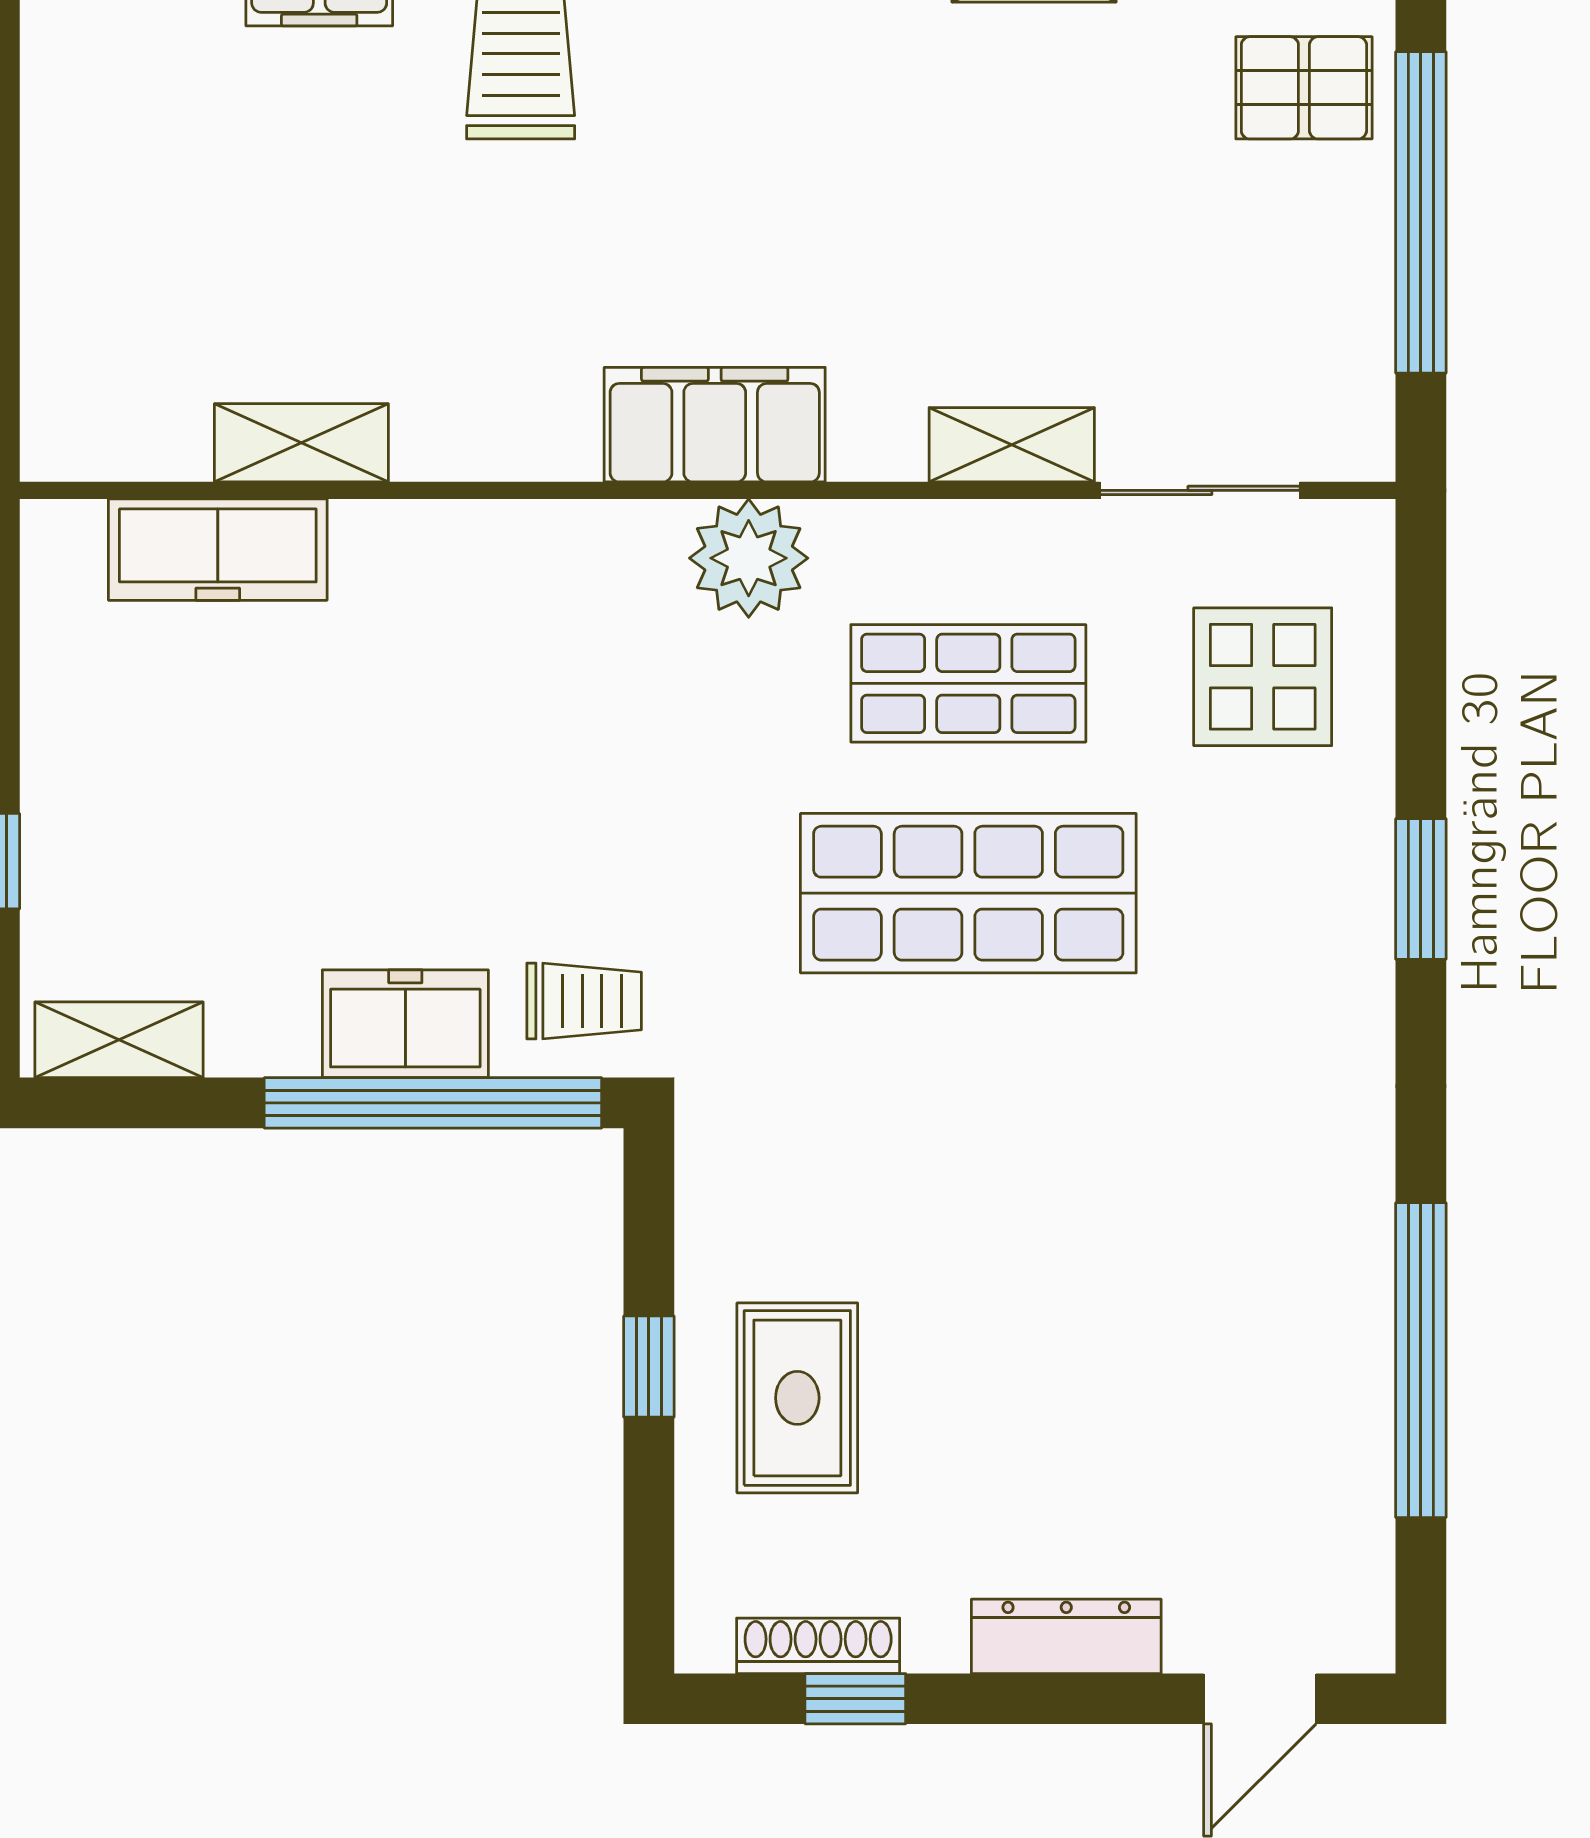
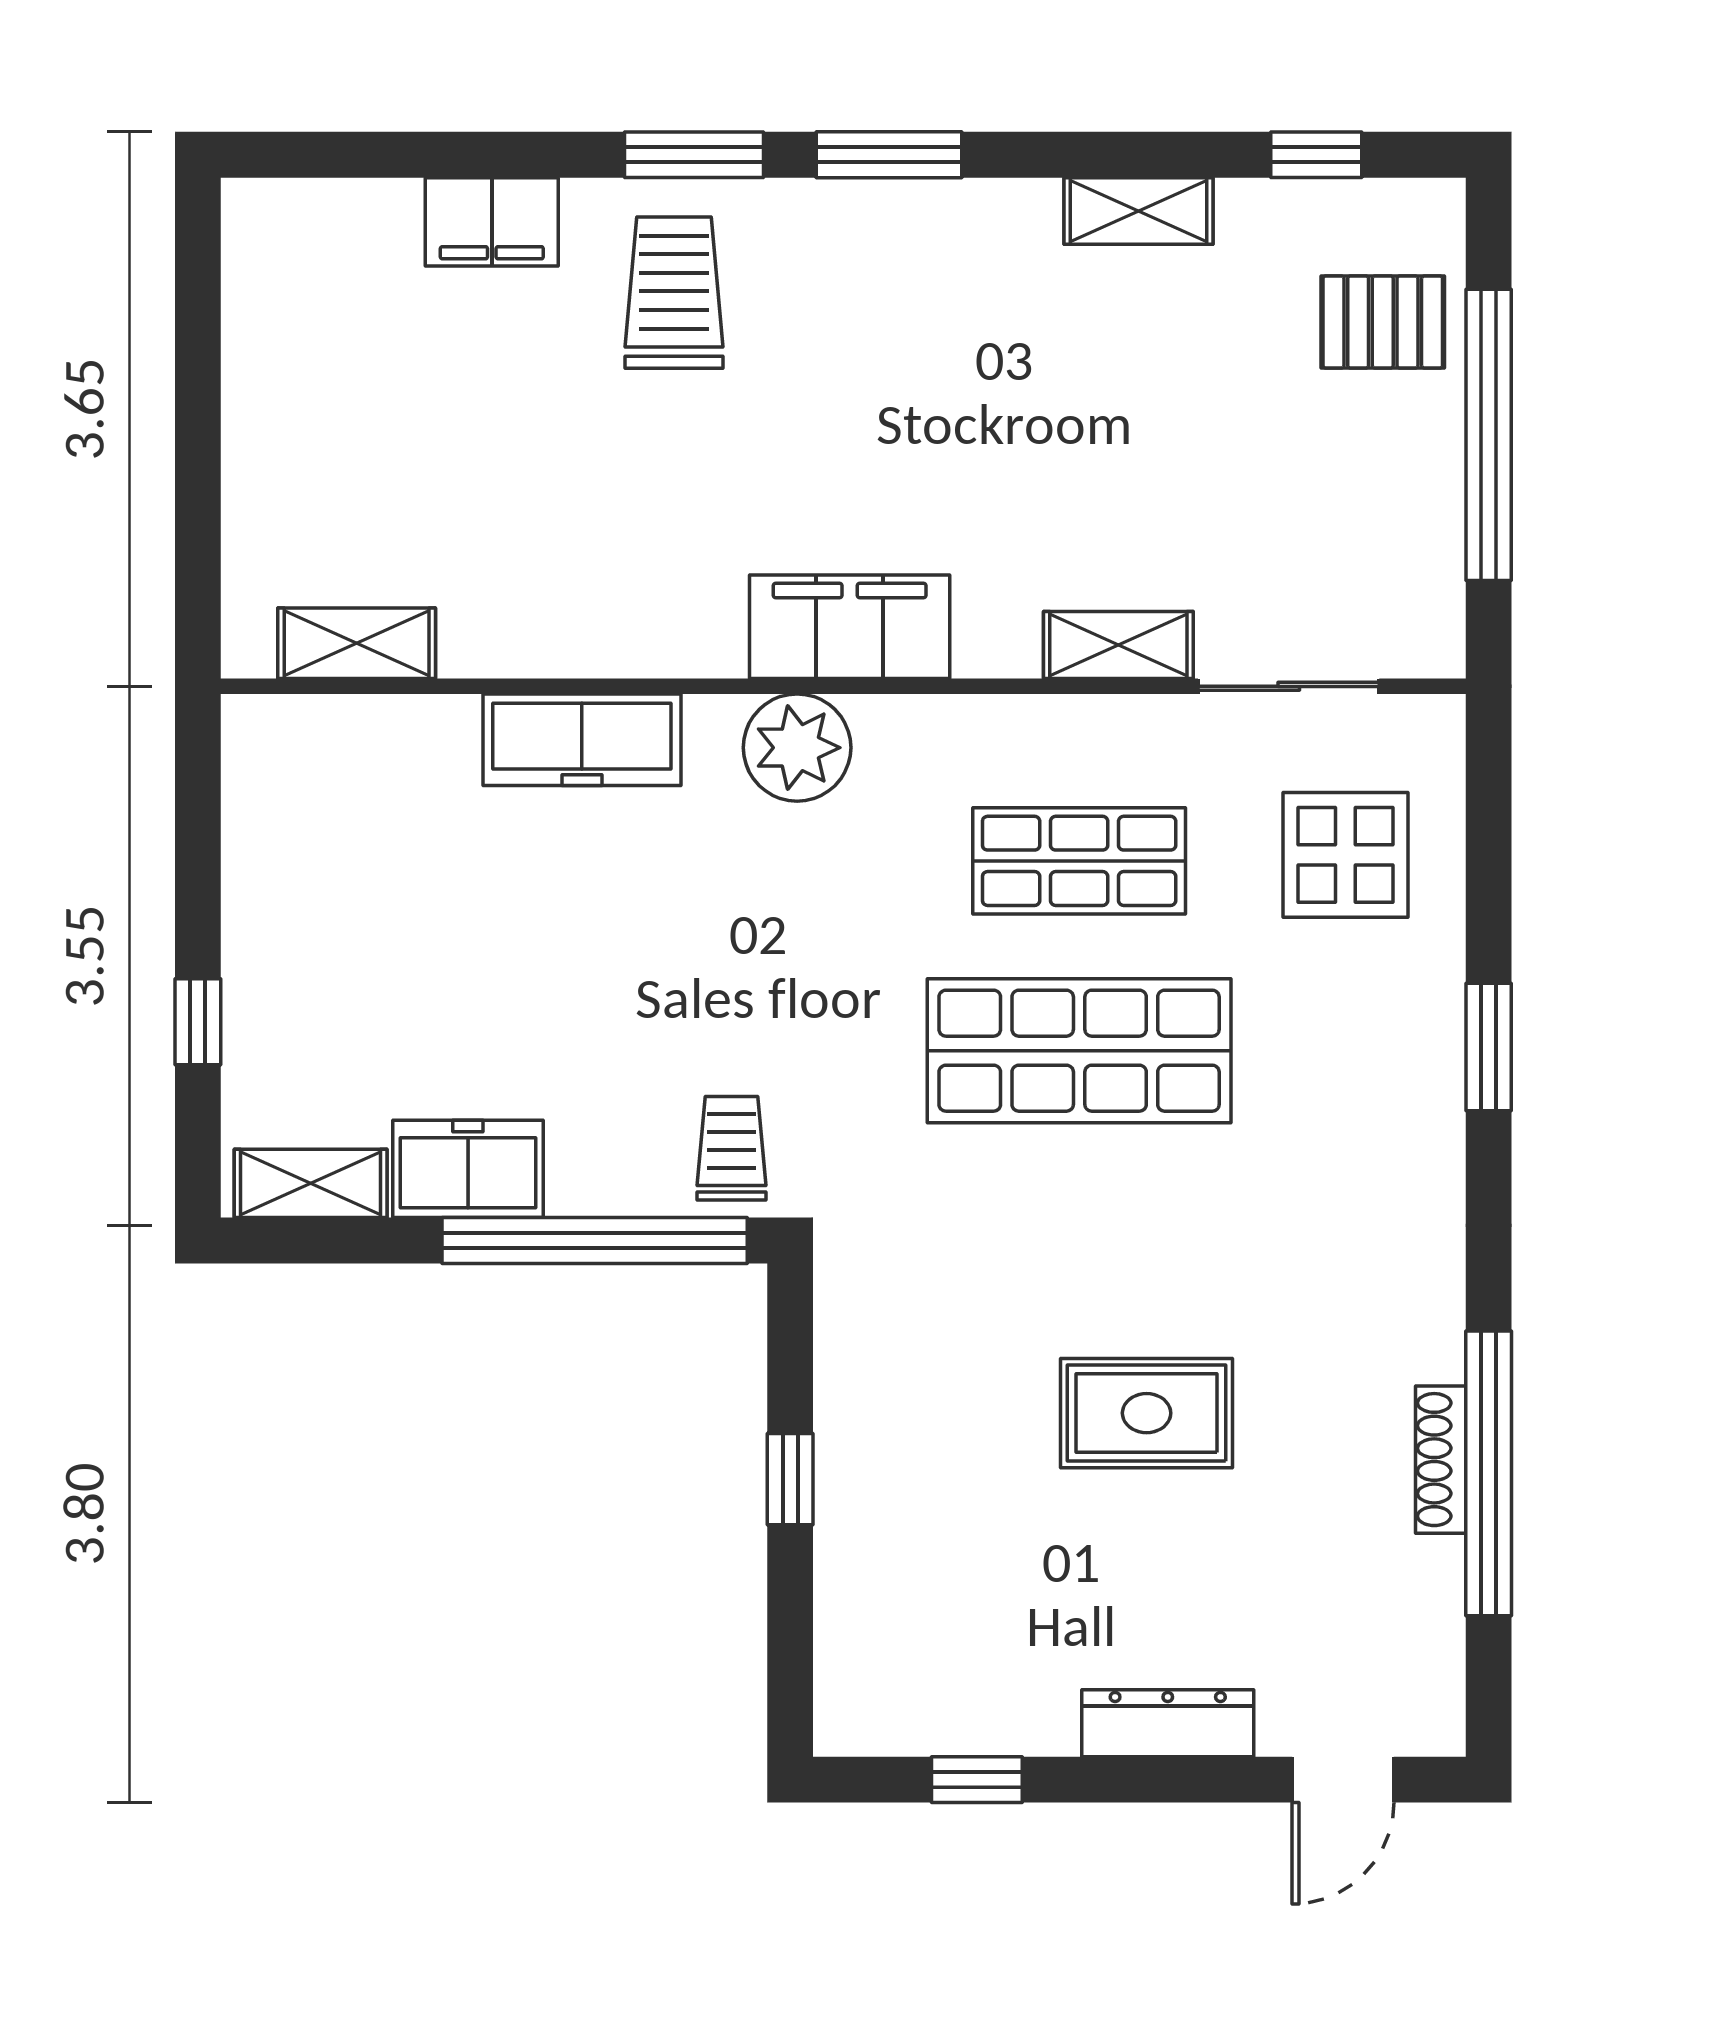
shelving: (301, 443) -> (357, 643), moved
freezer: (218, 550) -> (582, 740), moved
plant: (749, 558) -> (797, 748), moved
trolley: (584, 1001) -> (731, 1148), turned -90
freezer: (405, 1024) -> (468, 1169), moved
rug: (797, 1398) -> (1147, 1413), moved, turned 90
shoe rack: (818, 1646) -> (1441, 1460), moved, turned -90

